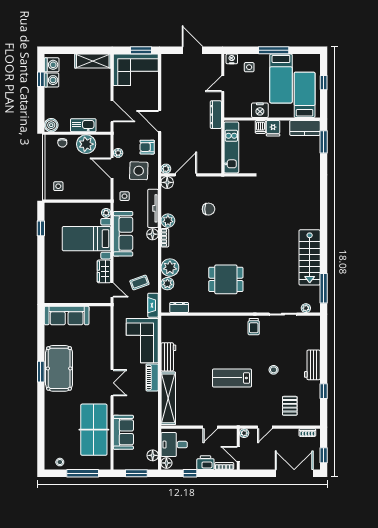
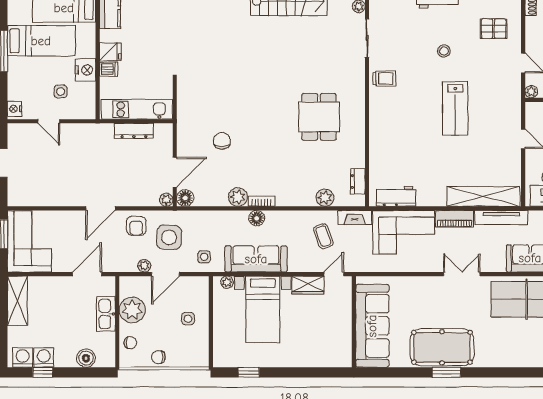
side table: (249, 67) -> (61, 92), moved
dresser: (216, 115) -> (134, 131), moved
boiler: (51, 125) -> (86, 358), moved
chair: (52, 163) -> (158, 357), added
door: (186, 175) -> (175, 172), swing flipped
side table: (58, 186) -> (188, 319), moved
tv unit: (153, 208) -> (501, 218), moved
plant: (170, 268) -> (303, 194), removed
sofa: (67, 315) -> (372, 326), width x1.36, depth x1.27
workbench: (168, 357) -> (396, 196), moved

